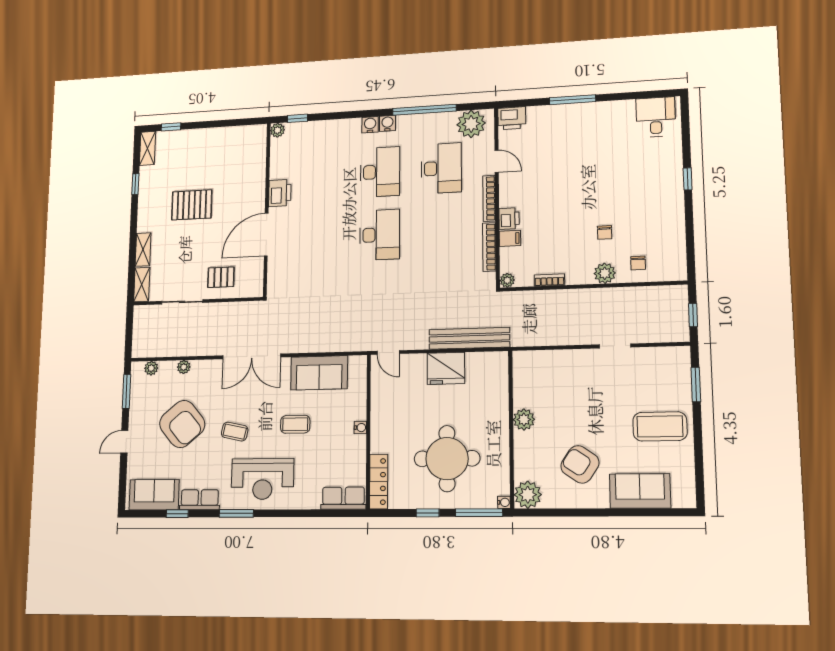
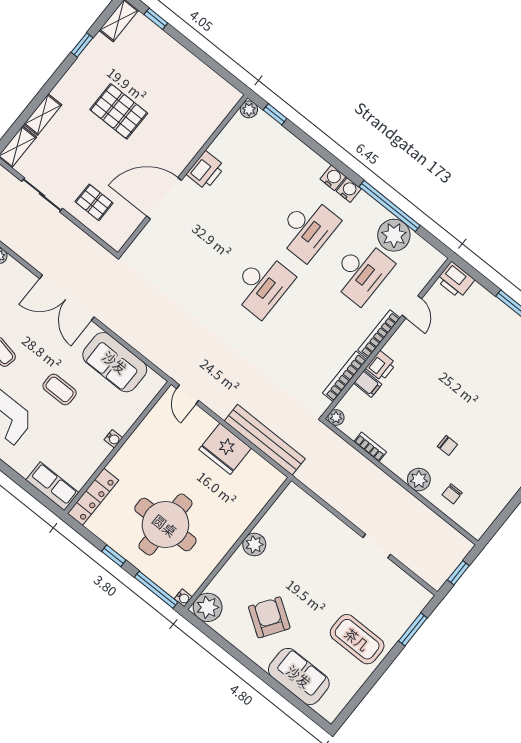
plant: (471, 124) -> (394, 235), moved
chair: (605, 232) -> (447, 445), turned -90

